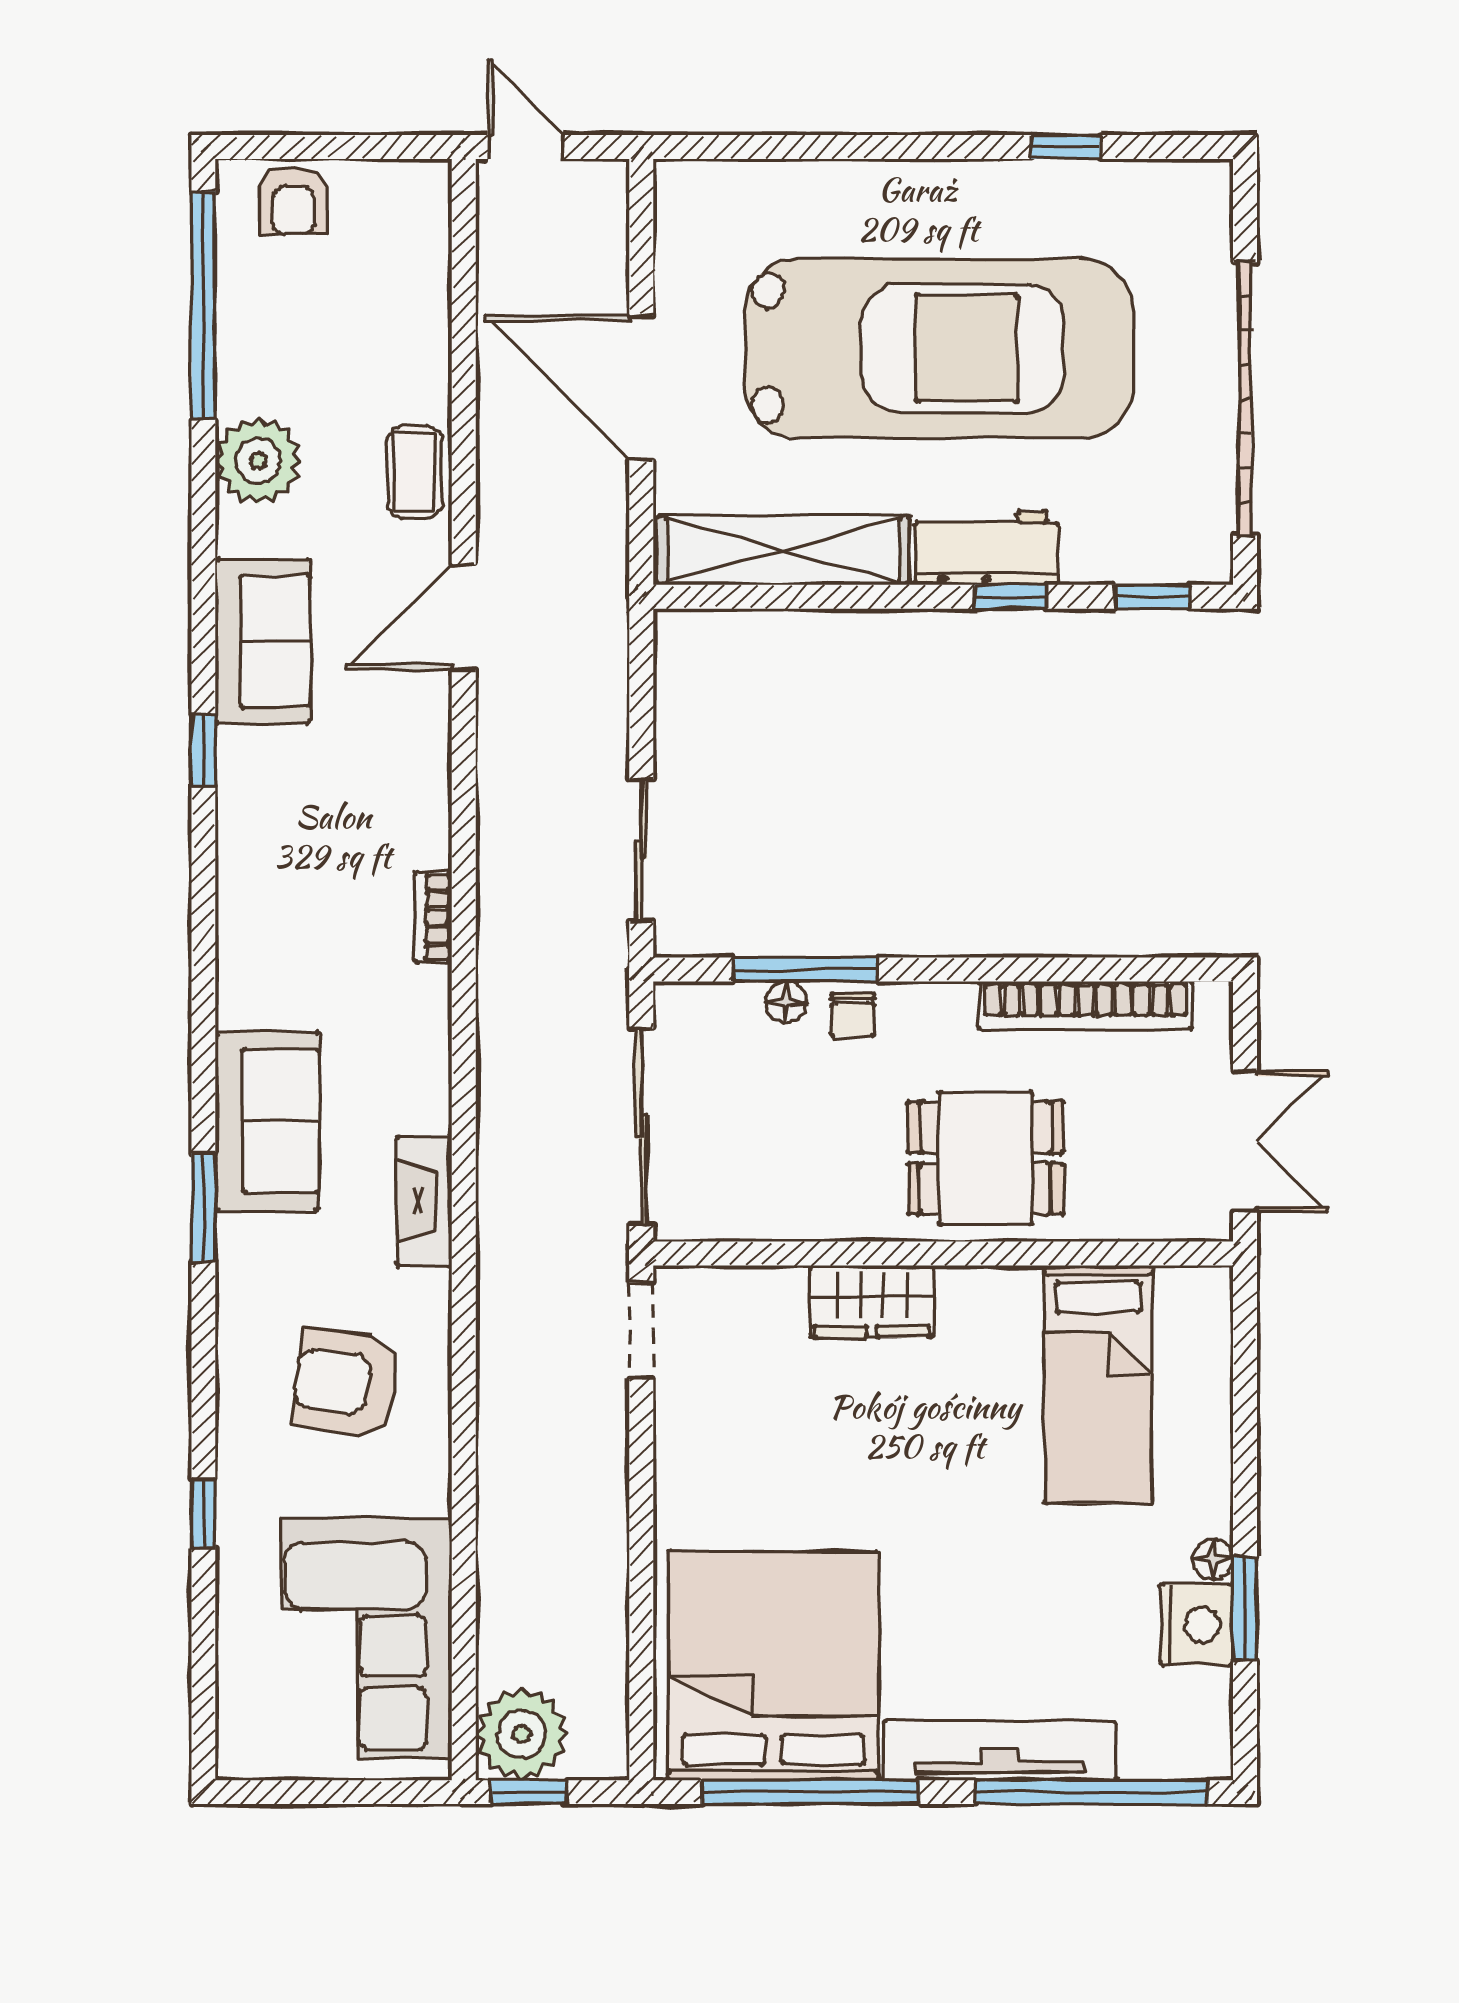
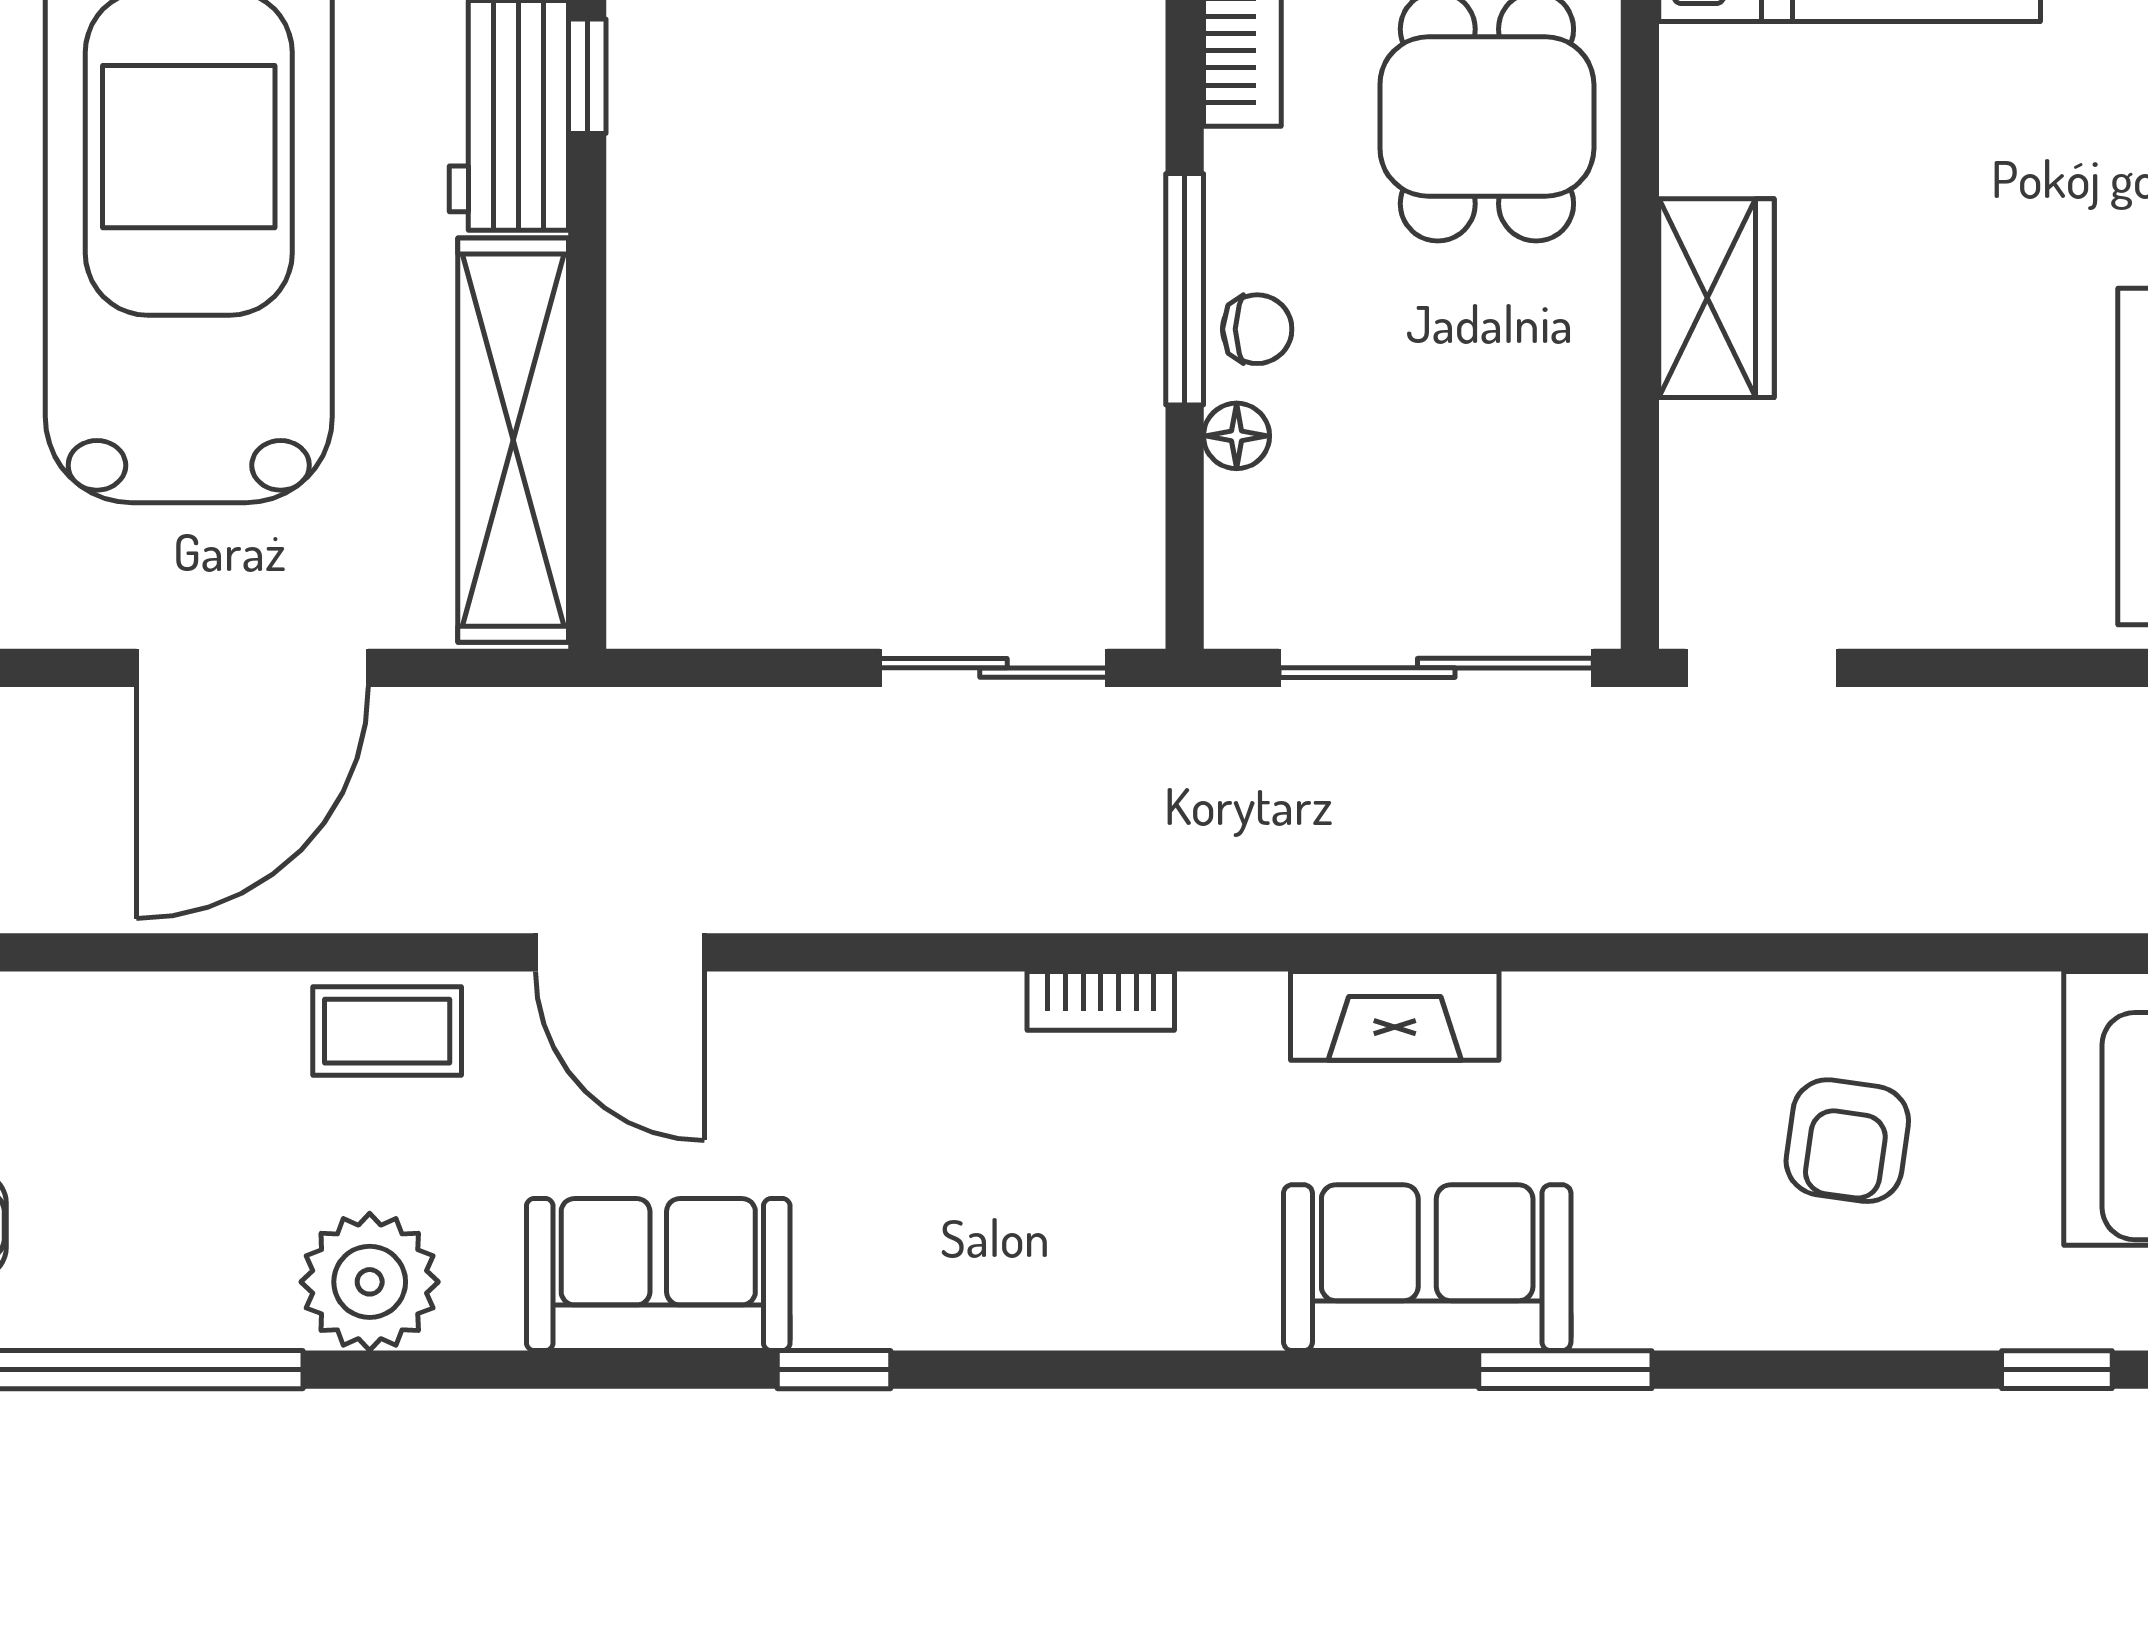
window: (805, 970) -> (1185, 289), moved
fireplace: (424, 1201) -> (1395, 1016), moved
armchair: (346, 1383) -> (1847, 1141), width x0.72, depth x0.72

